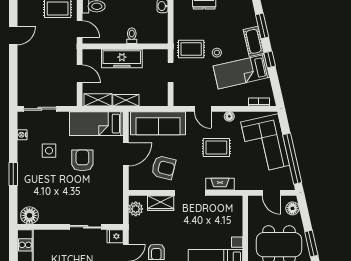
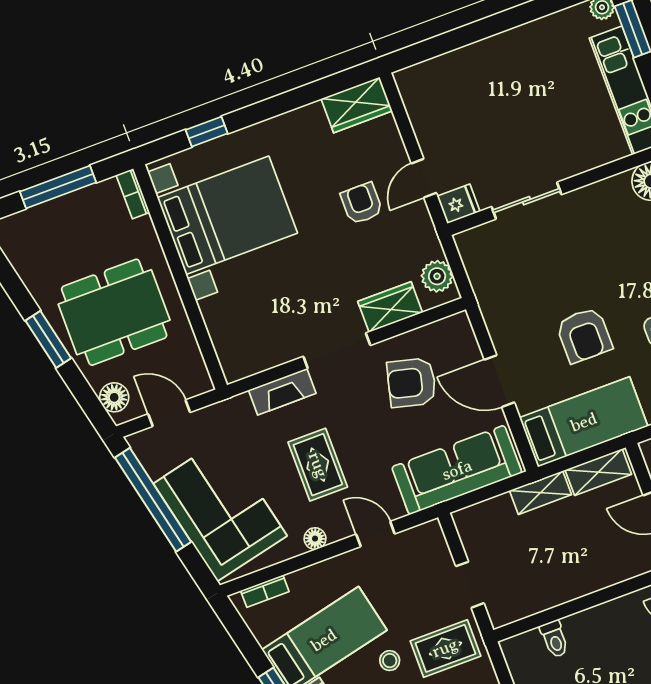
toilet: (132, 36) -> (554, 639), moved
freezer: (122, 58) -> (581, 576), removed
rug: (216, 147) -> (318, 465), turned 90
door: (126, 154) -> (499, 381), hinge flipped

